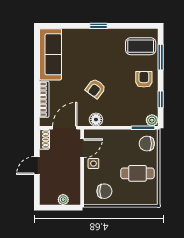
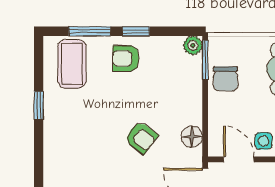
window: (98, 26) -> (39, 106), moved
window: (161, 99) -> (136, 31), moved
chair: (147, 144) -> (226, 79), moved

